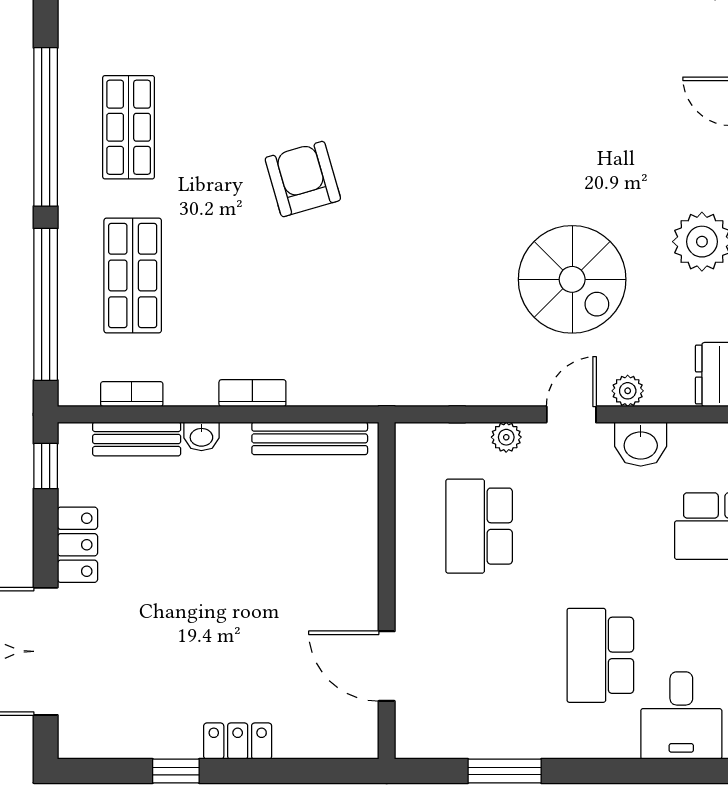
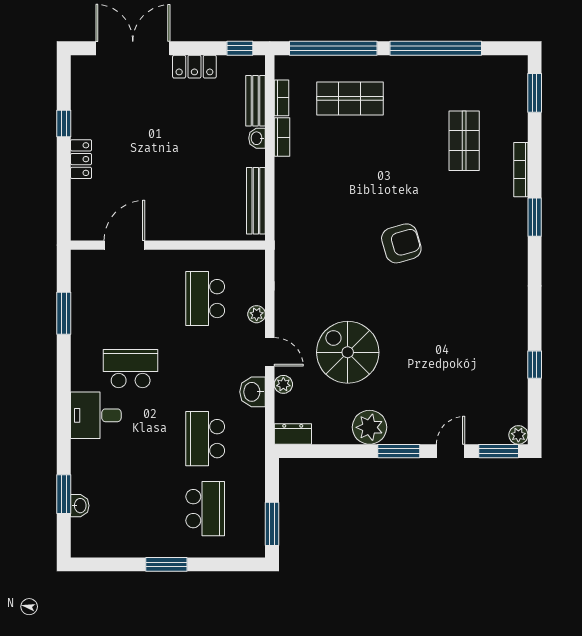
shop shelf: (129, 127) -> (464, 141), moved, turned 90
armchair: (303, 179) -> (401, 243), moved
spiral stairs: (572, 279) -> (348, 352), turned 90
bookcase: (252, 393) -> (282, 137), moved
school desk: (479, 526) -> (205, 299), turned -90

